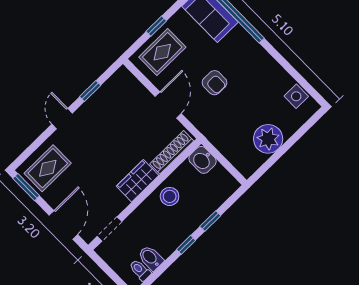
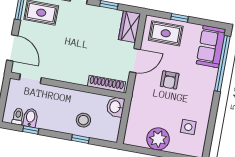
side table: (296, 96) -> (188, 127), moved
wardrobe: (138, 181) -> (130, 27), moved, turned -90
stool: (170, 196) -> (83, 120), moved
door: (63, 225) -> (12, 48), hinge flipped
window: (186, 245) -> (31, 130), moved

